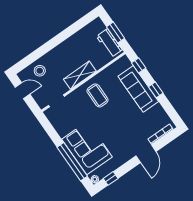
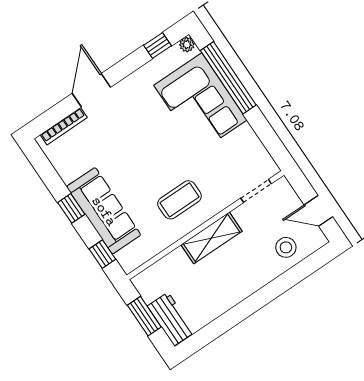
workbench: (109, 43) -> (171, 319), moved
coffee table: (97, 95) -> (179, 200), turned 90

